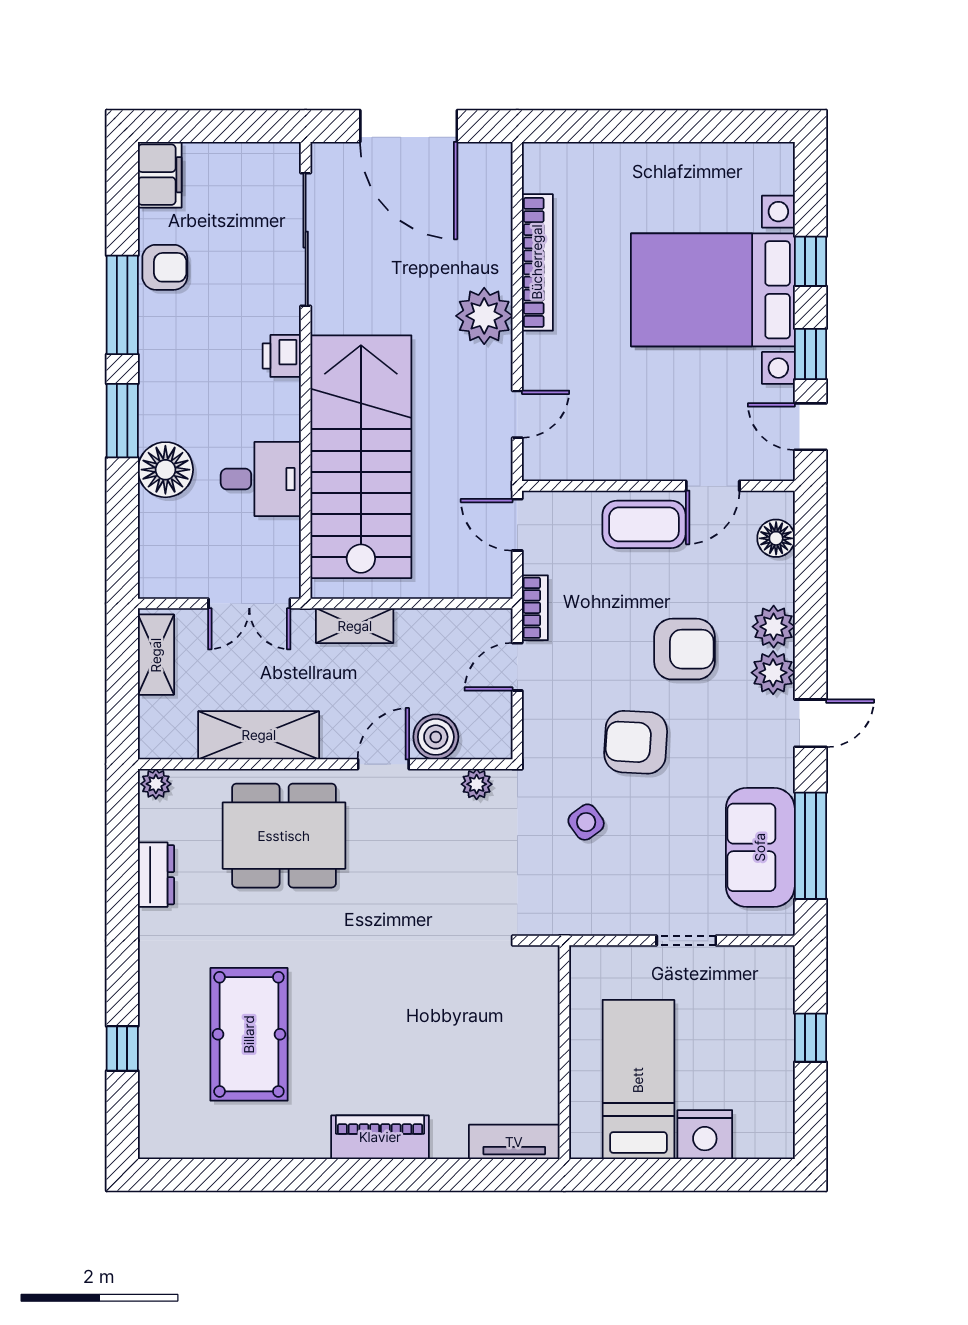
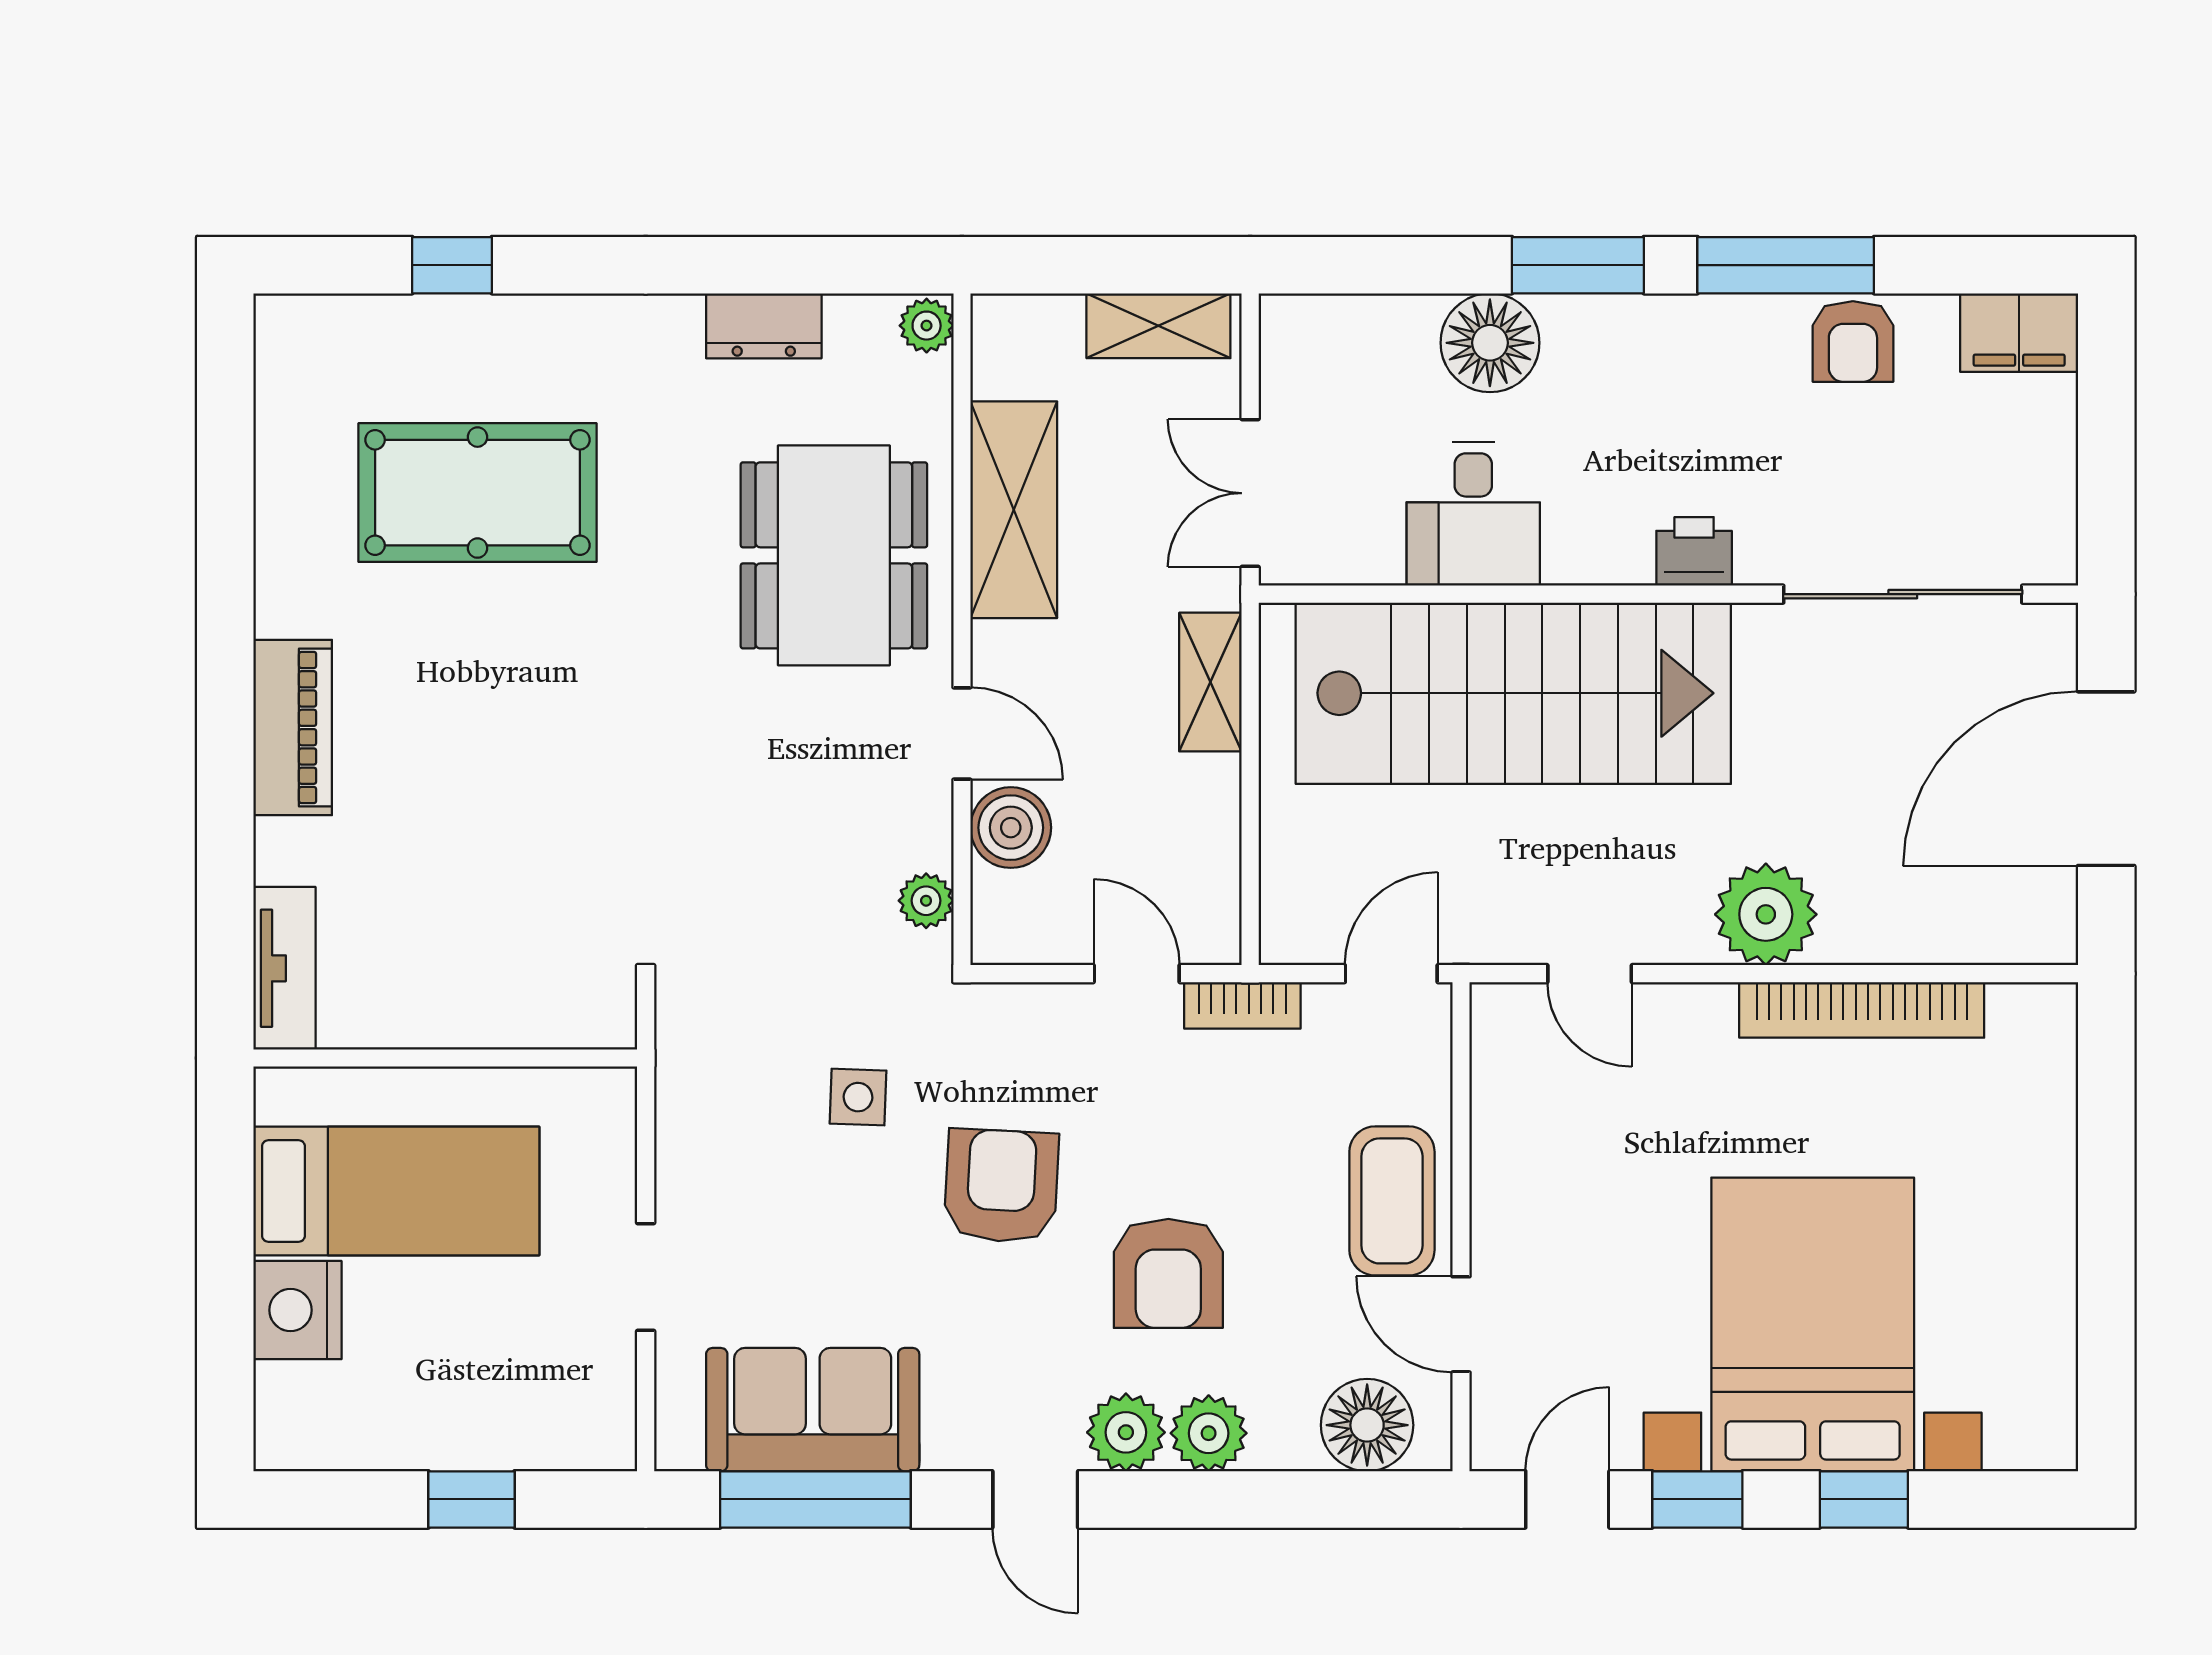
floor lamp: (776, 538) -> (1367, 1425), width x1.38, depth x1.38
side table: (586, 822) -> (858, 1097), turned 38

